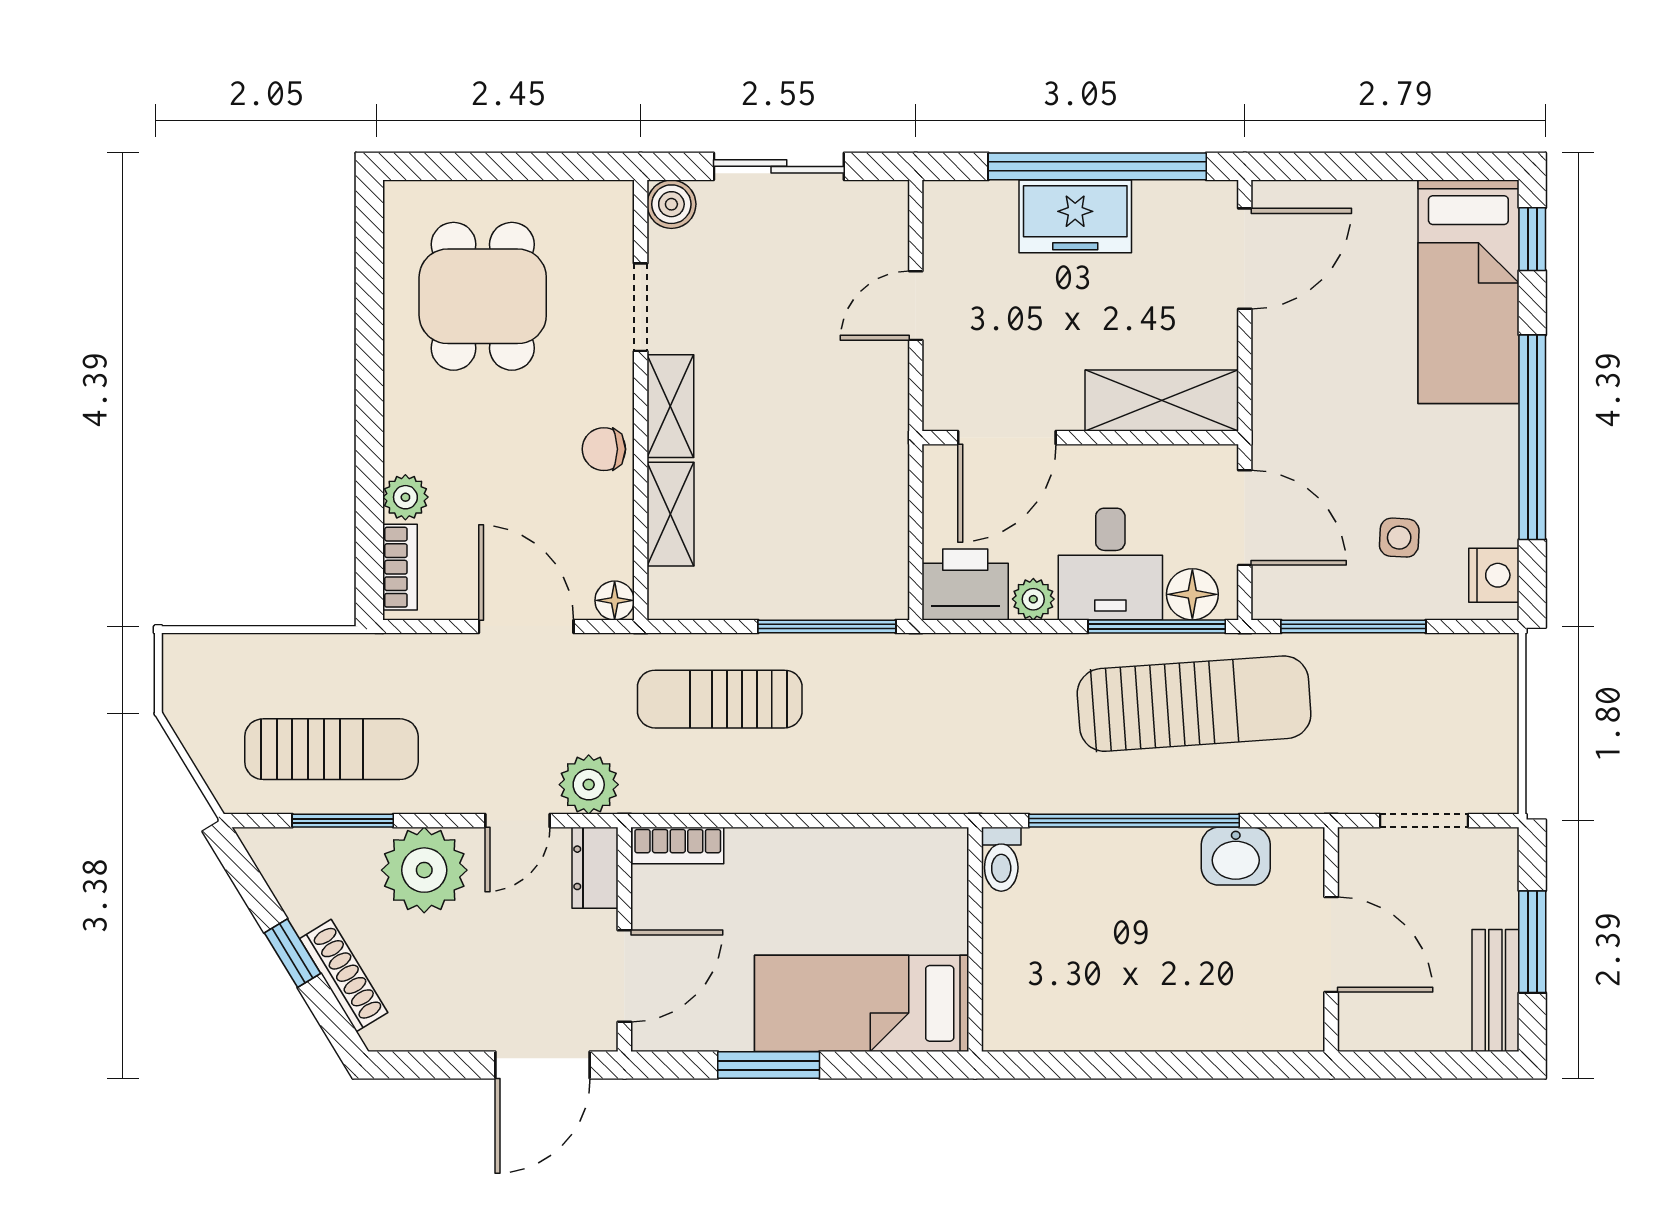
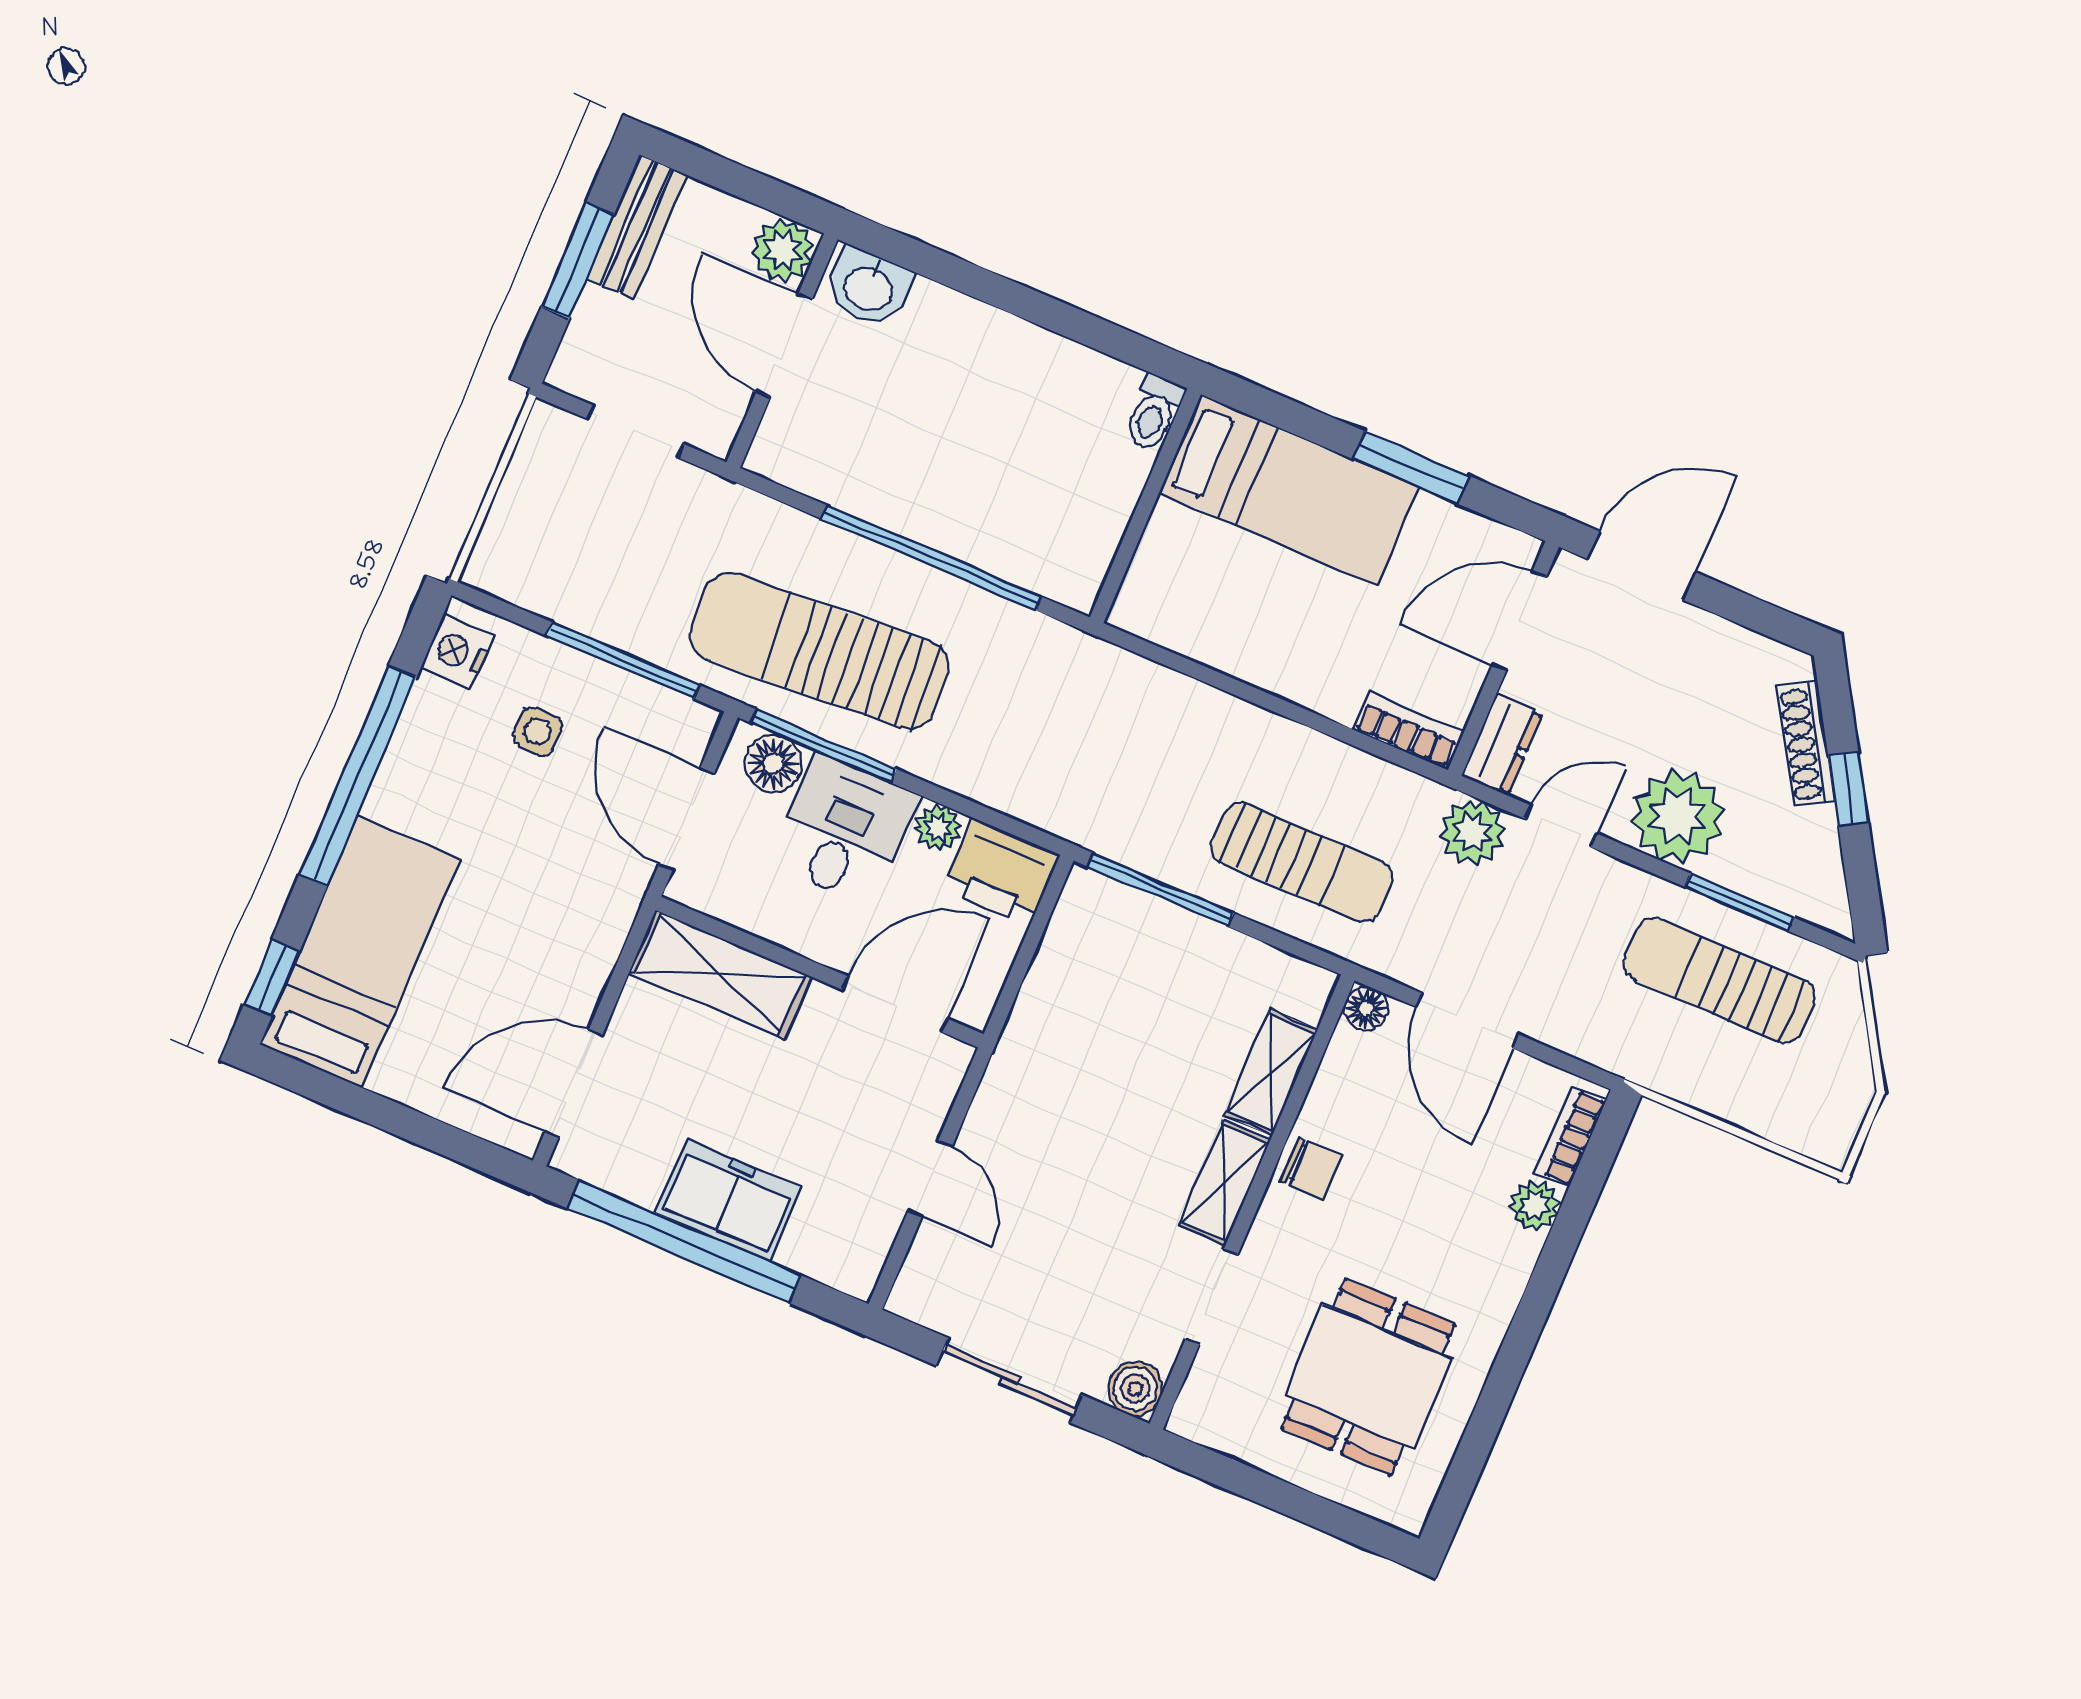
door: (916, 306) -> (930, 1179), hinge flipped
washbasin: (1236, 856) -> (869, 287), moved, turned 180
toilet: (1001, 859) -> (1154, 413), moved, turned 180
plant: (1366, 1023) -> (783, 250), added

